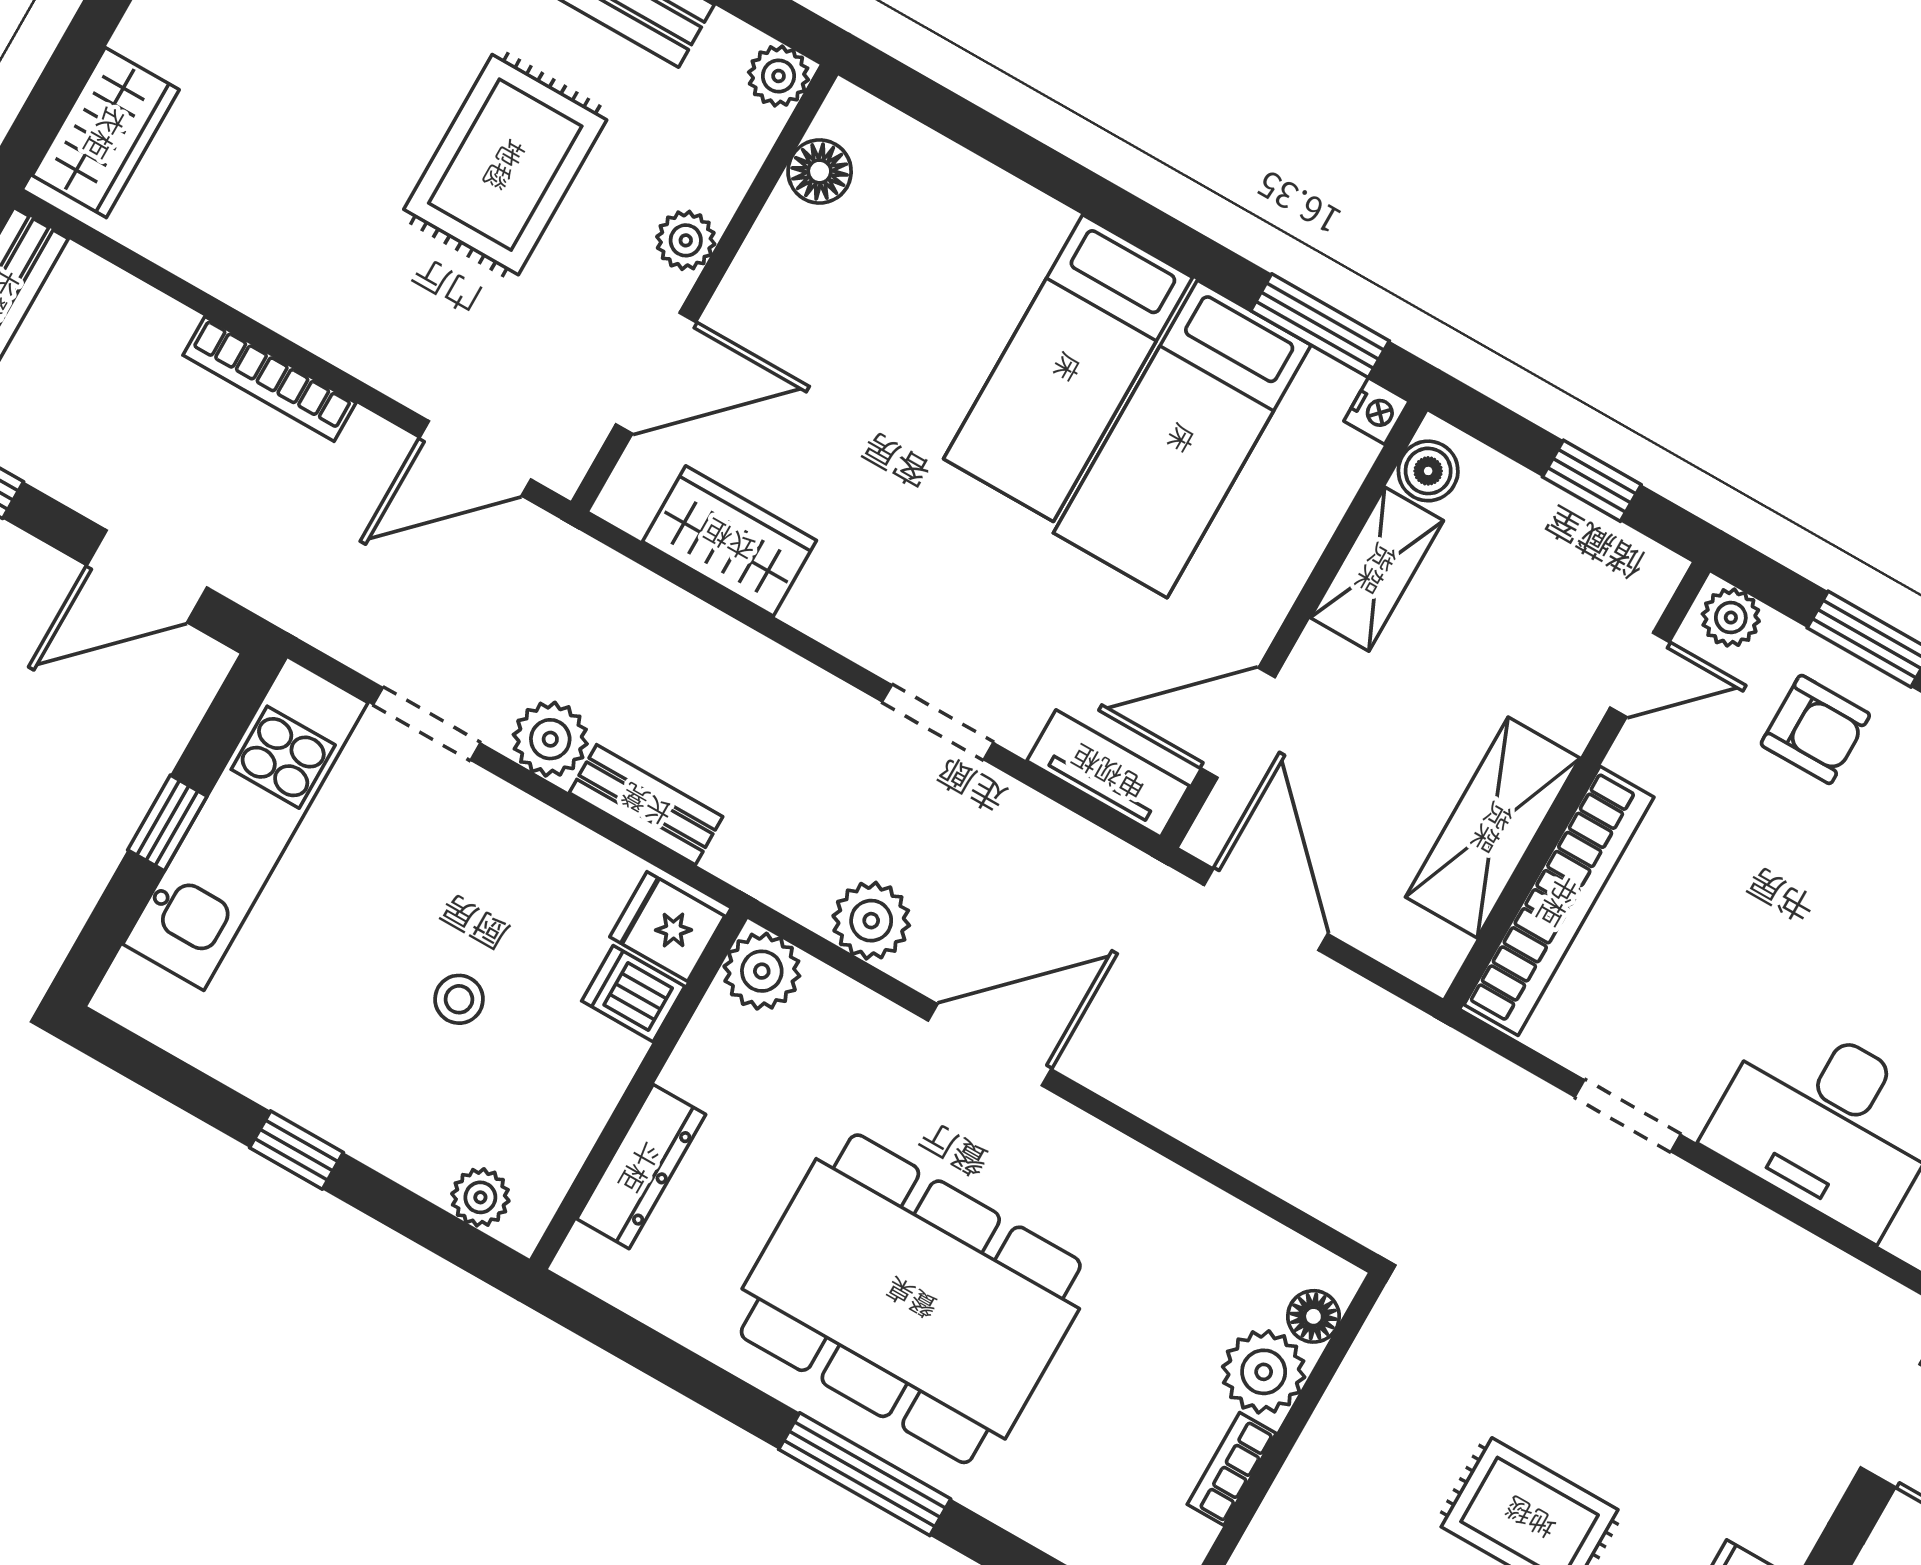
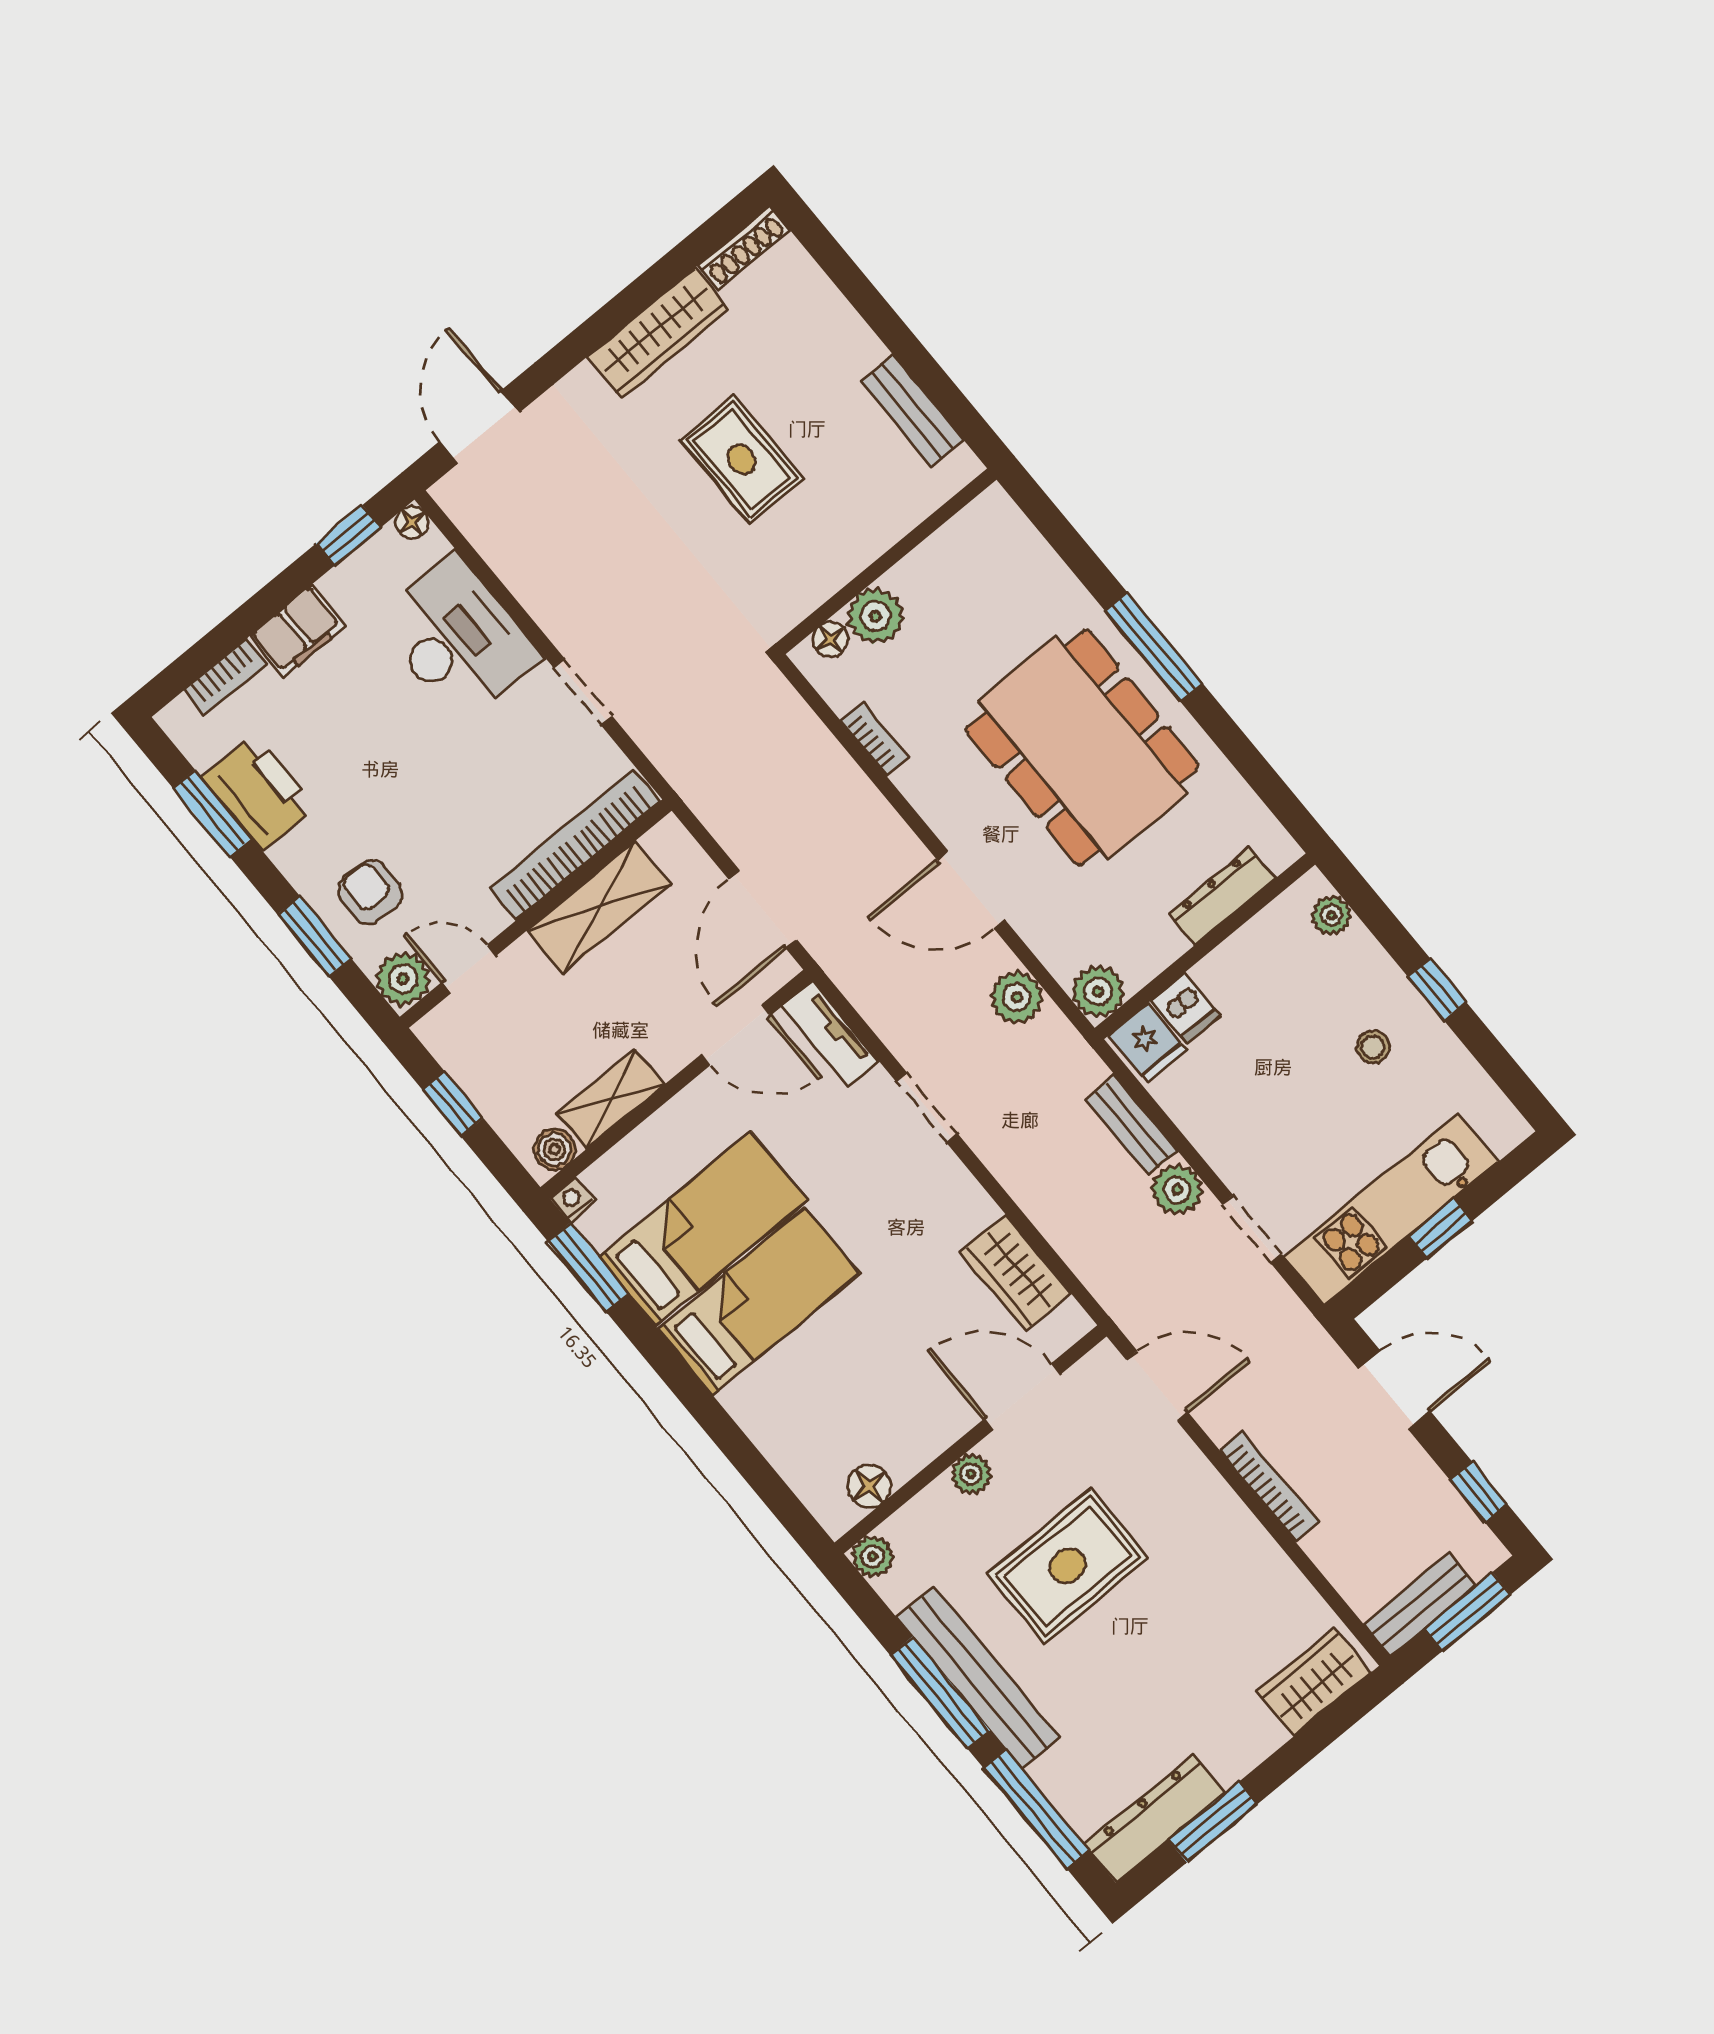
plant: (1731, 618) -> (403, 979), width x1.38, depth x1.38
stool: (459, 999) -> (1373, 1047), moved
bookcase: (1232, 1469) -> (874, 739), moved, turned -90

